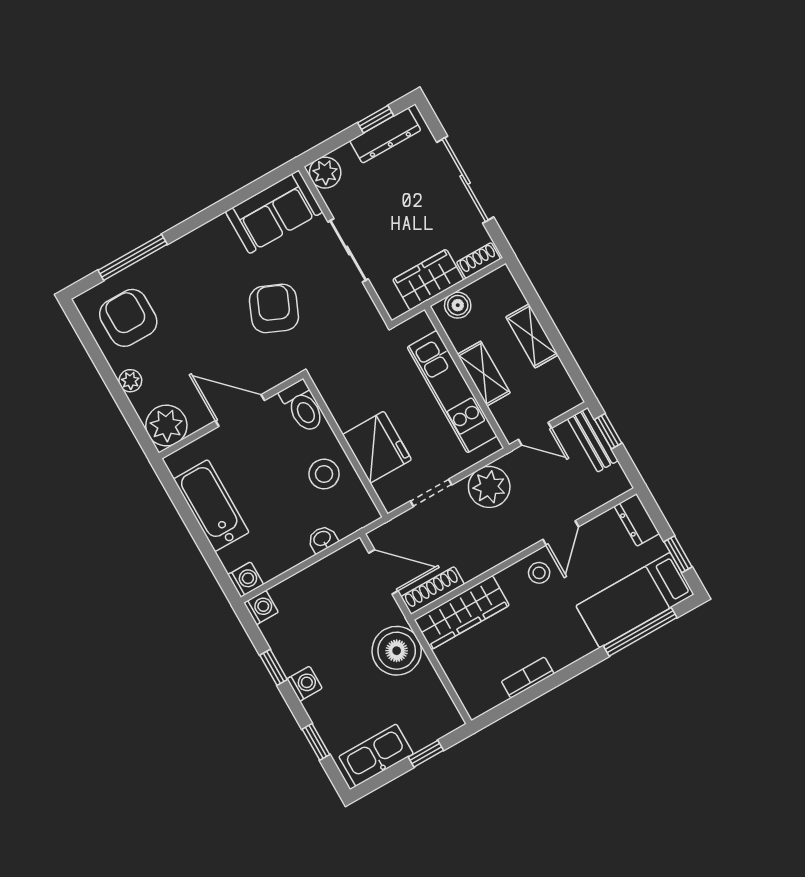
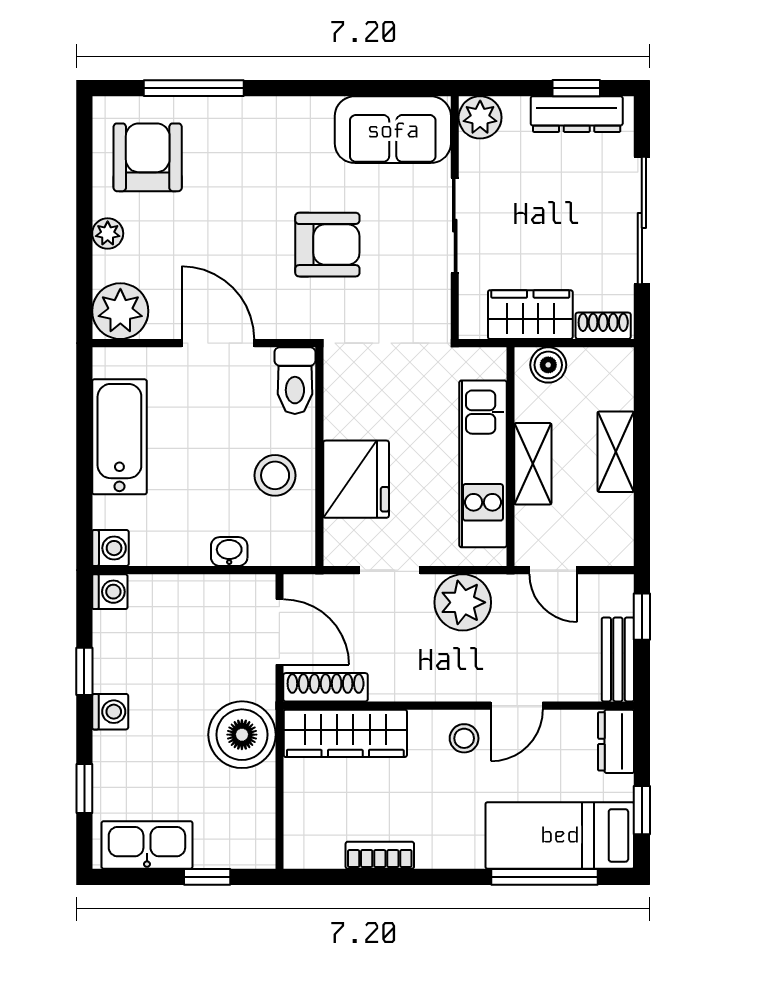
armchair: (274, 308) -> (327, 245), turned 67
bench: (593, 440) -> (618, 659), moved

